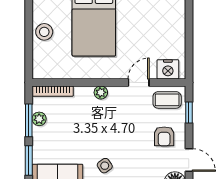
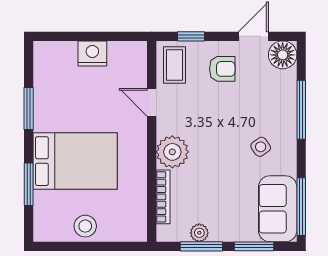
nightstand: (168, 69) -> (92, 54), moved, turned -90
bookcase: (53, 91) -> (163, 197), moved
plant: (101, 92) -> (172, 152), width x1.88, depth x1.88

